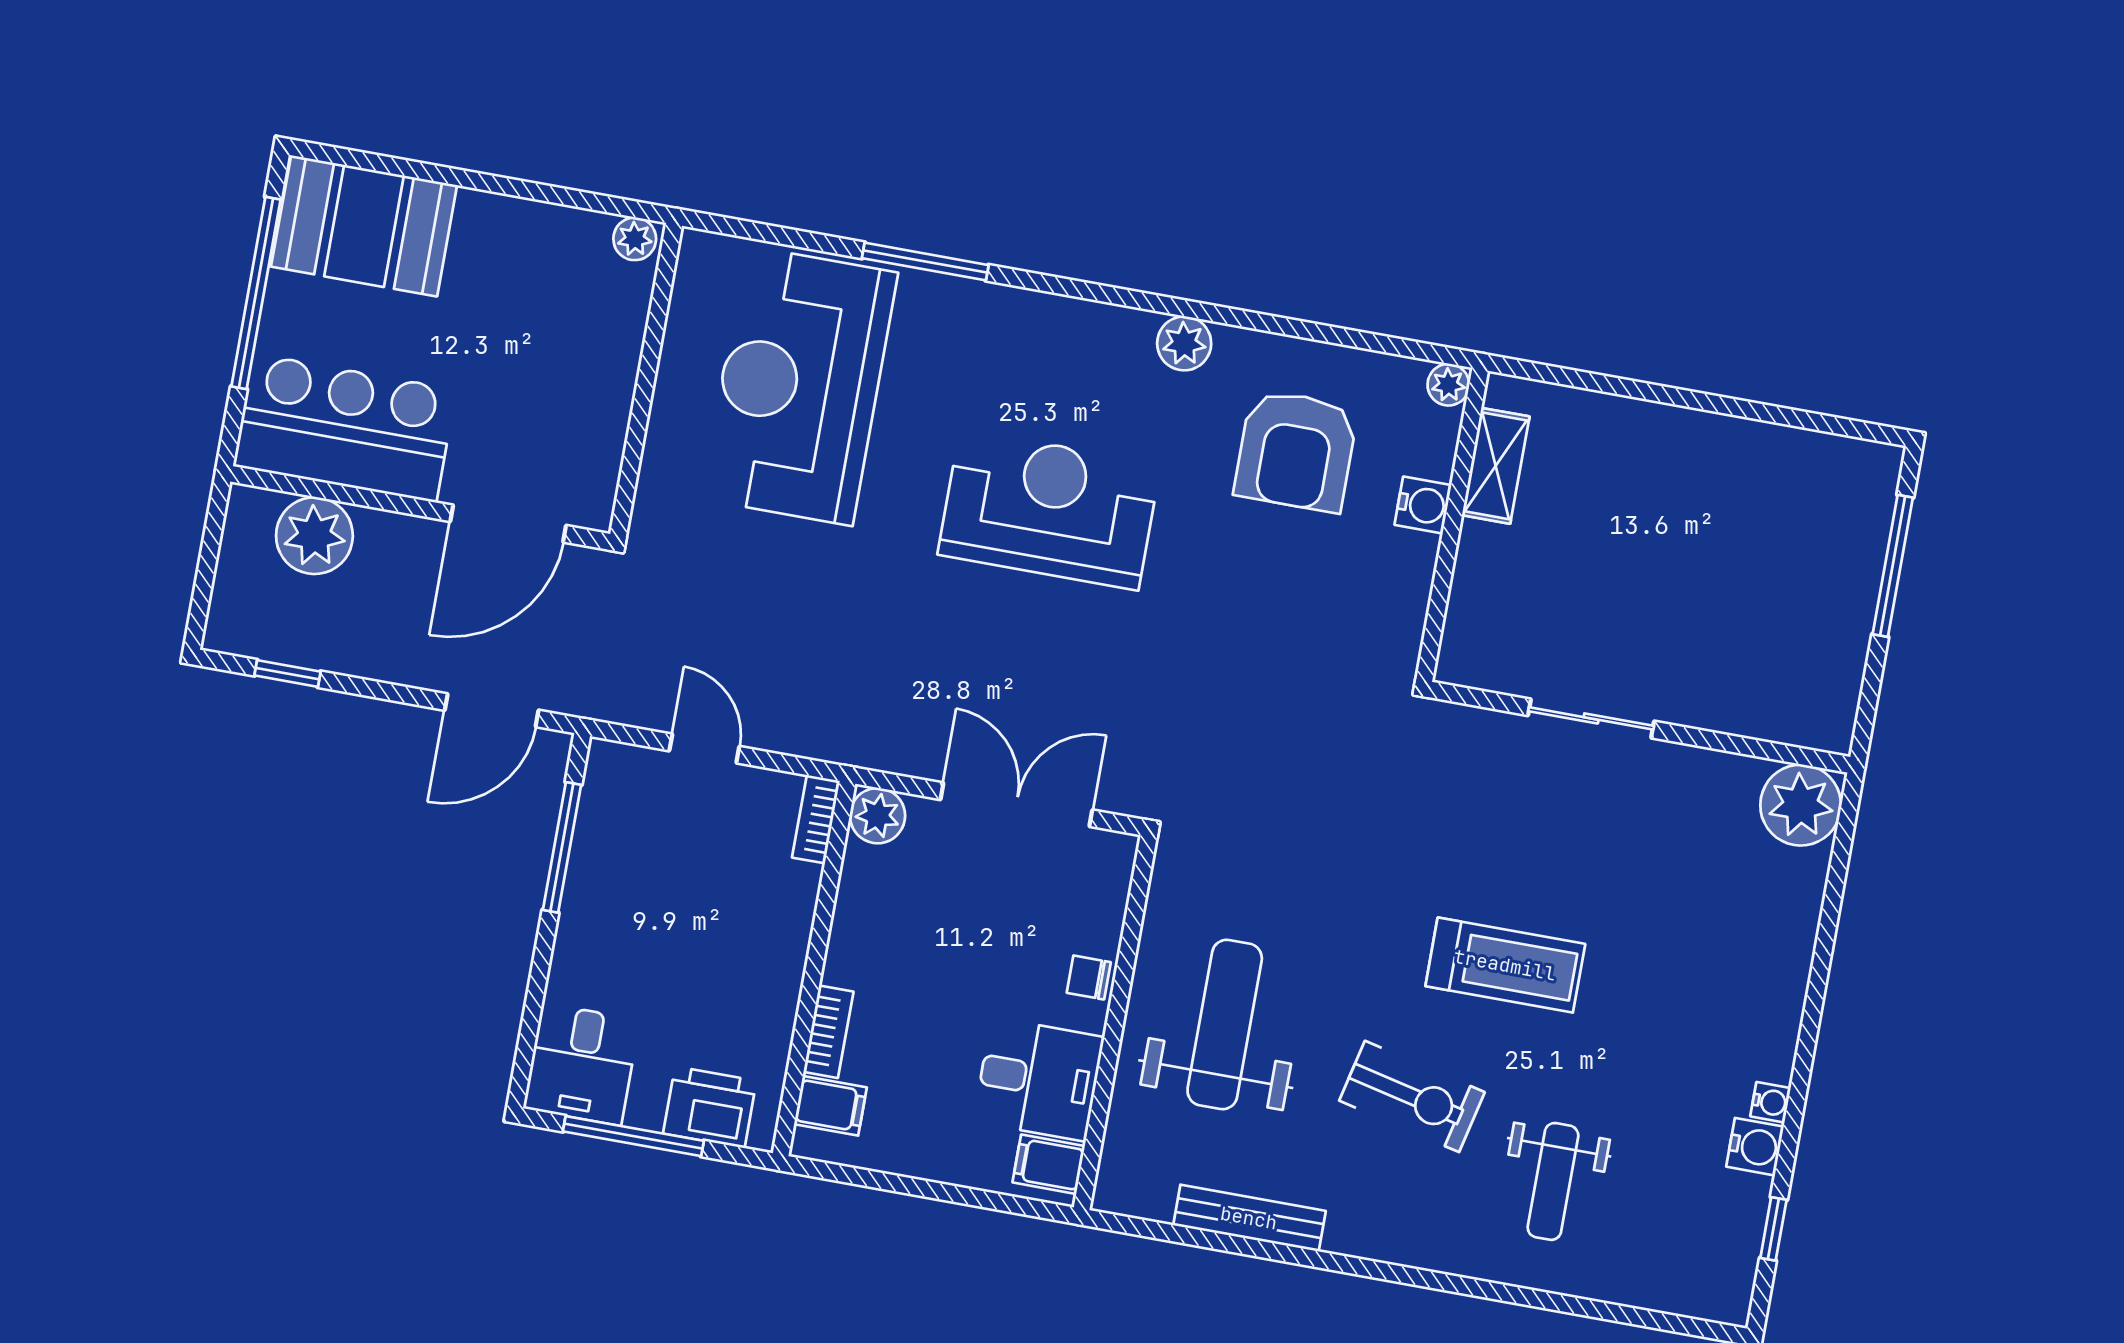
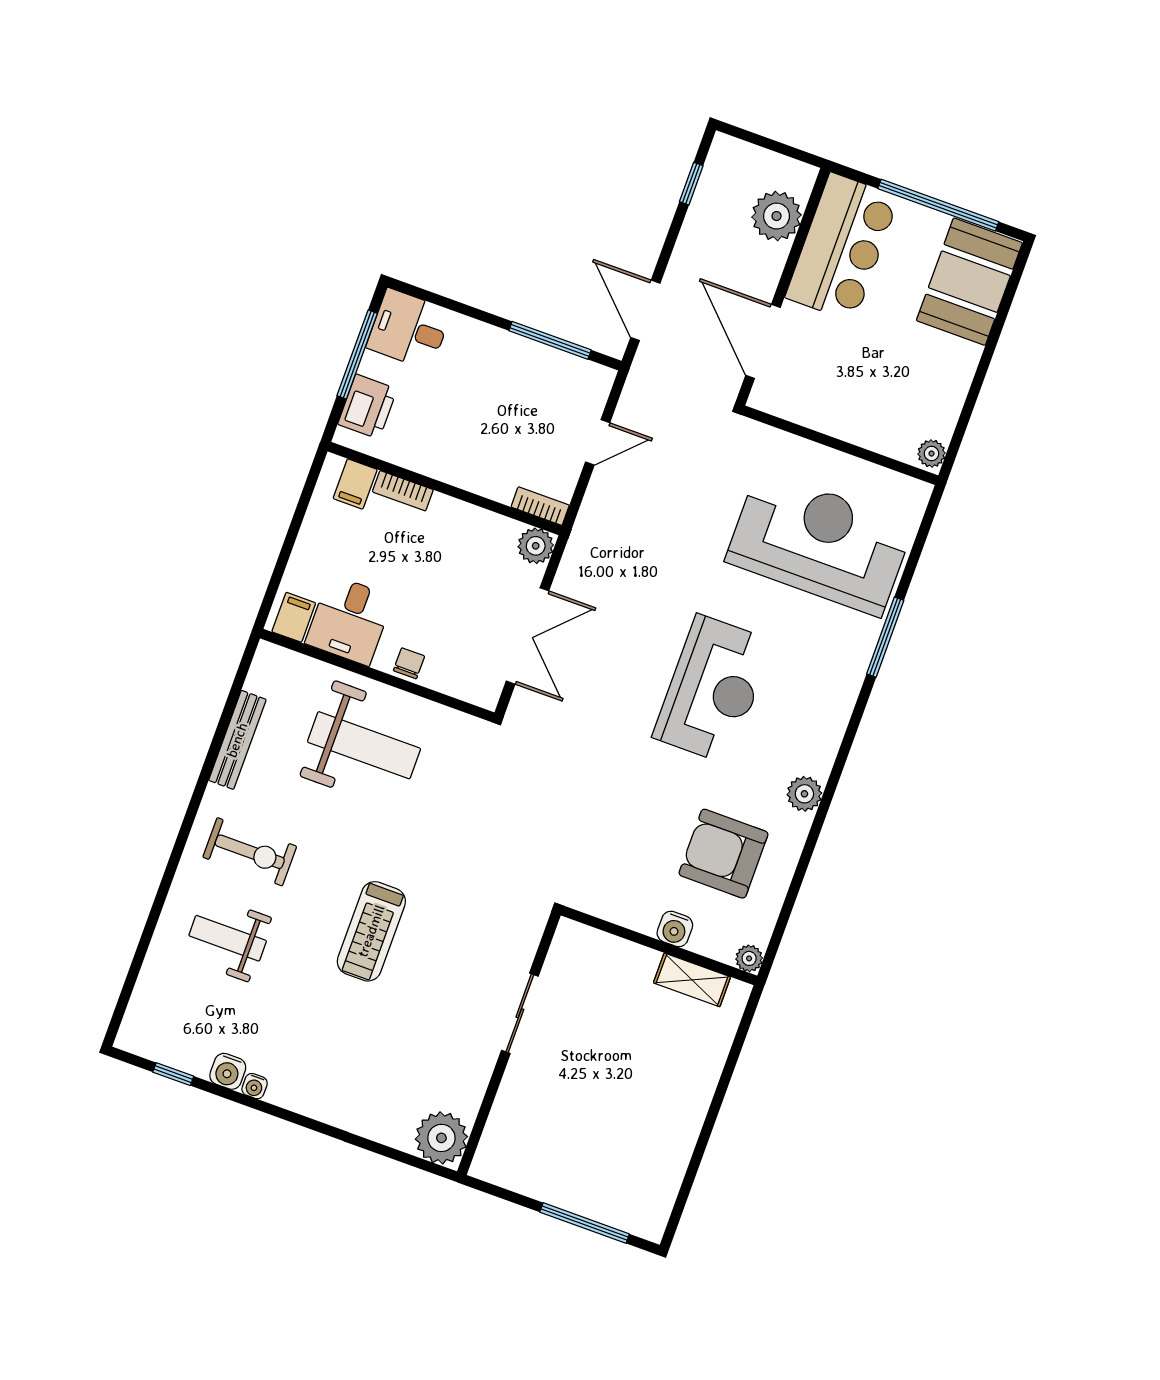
exercise bike: (1412, 1096) -> (250, 852), moved, turned -103

